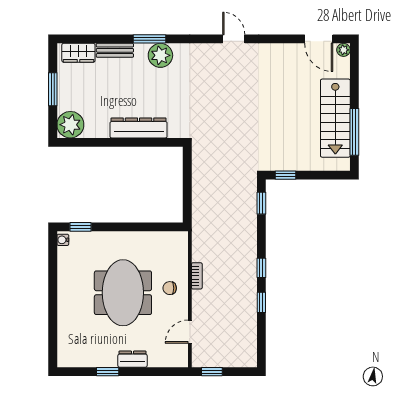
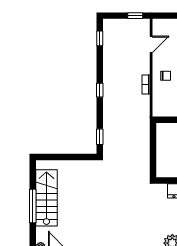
window: (354, 132) -> (33, 206), moved
window: (285, 175) -> (82, 157), removed
window: (261, 302) -> (100, 38), moved

